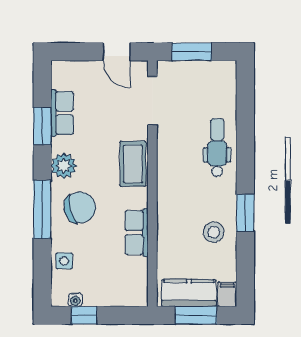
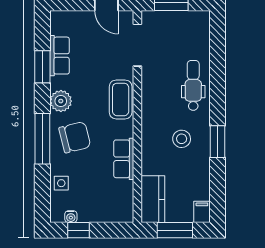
stool: (214, 232) -> (182, 139), moved
kitchen counter: (189, 293) -> (153, 199), moved, turned 90

